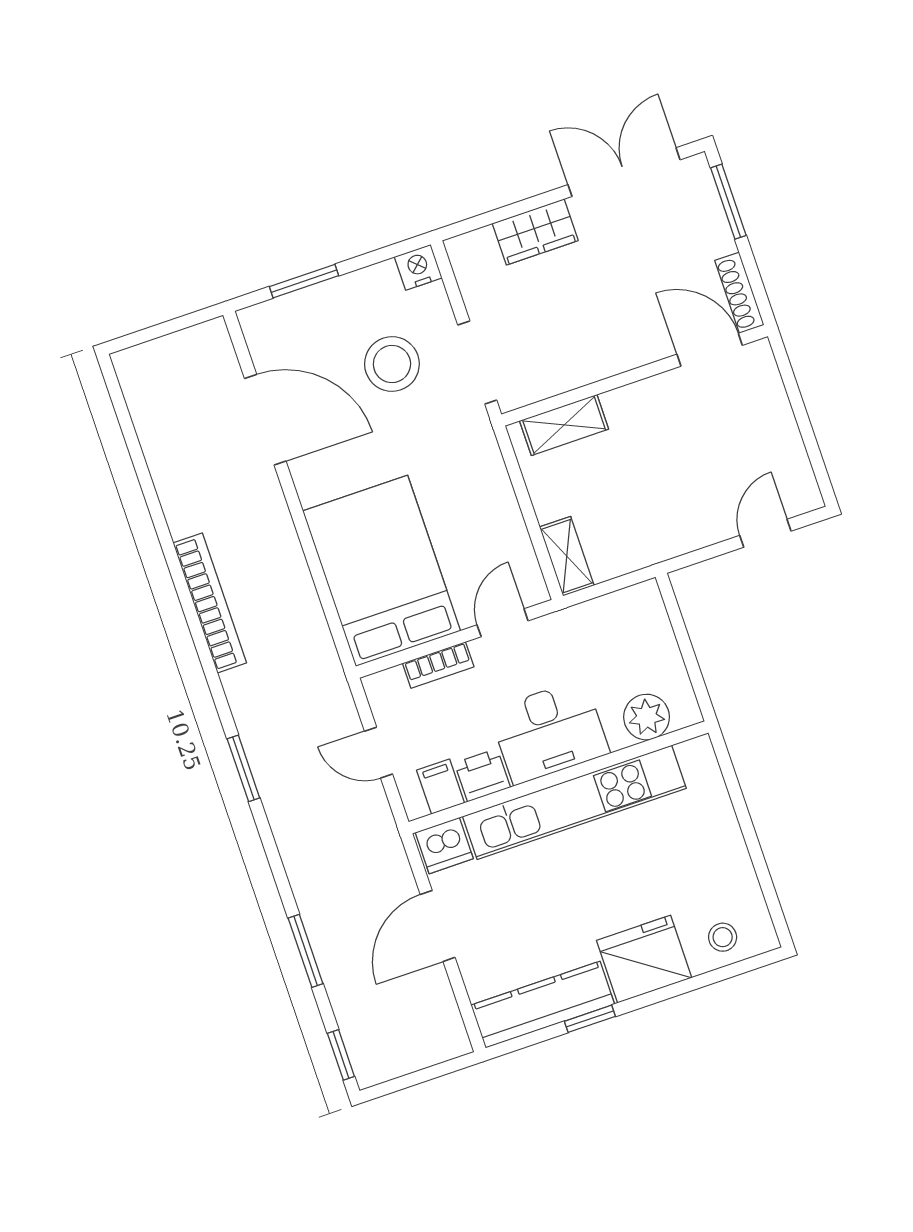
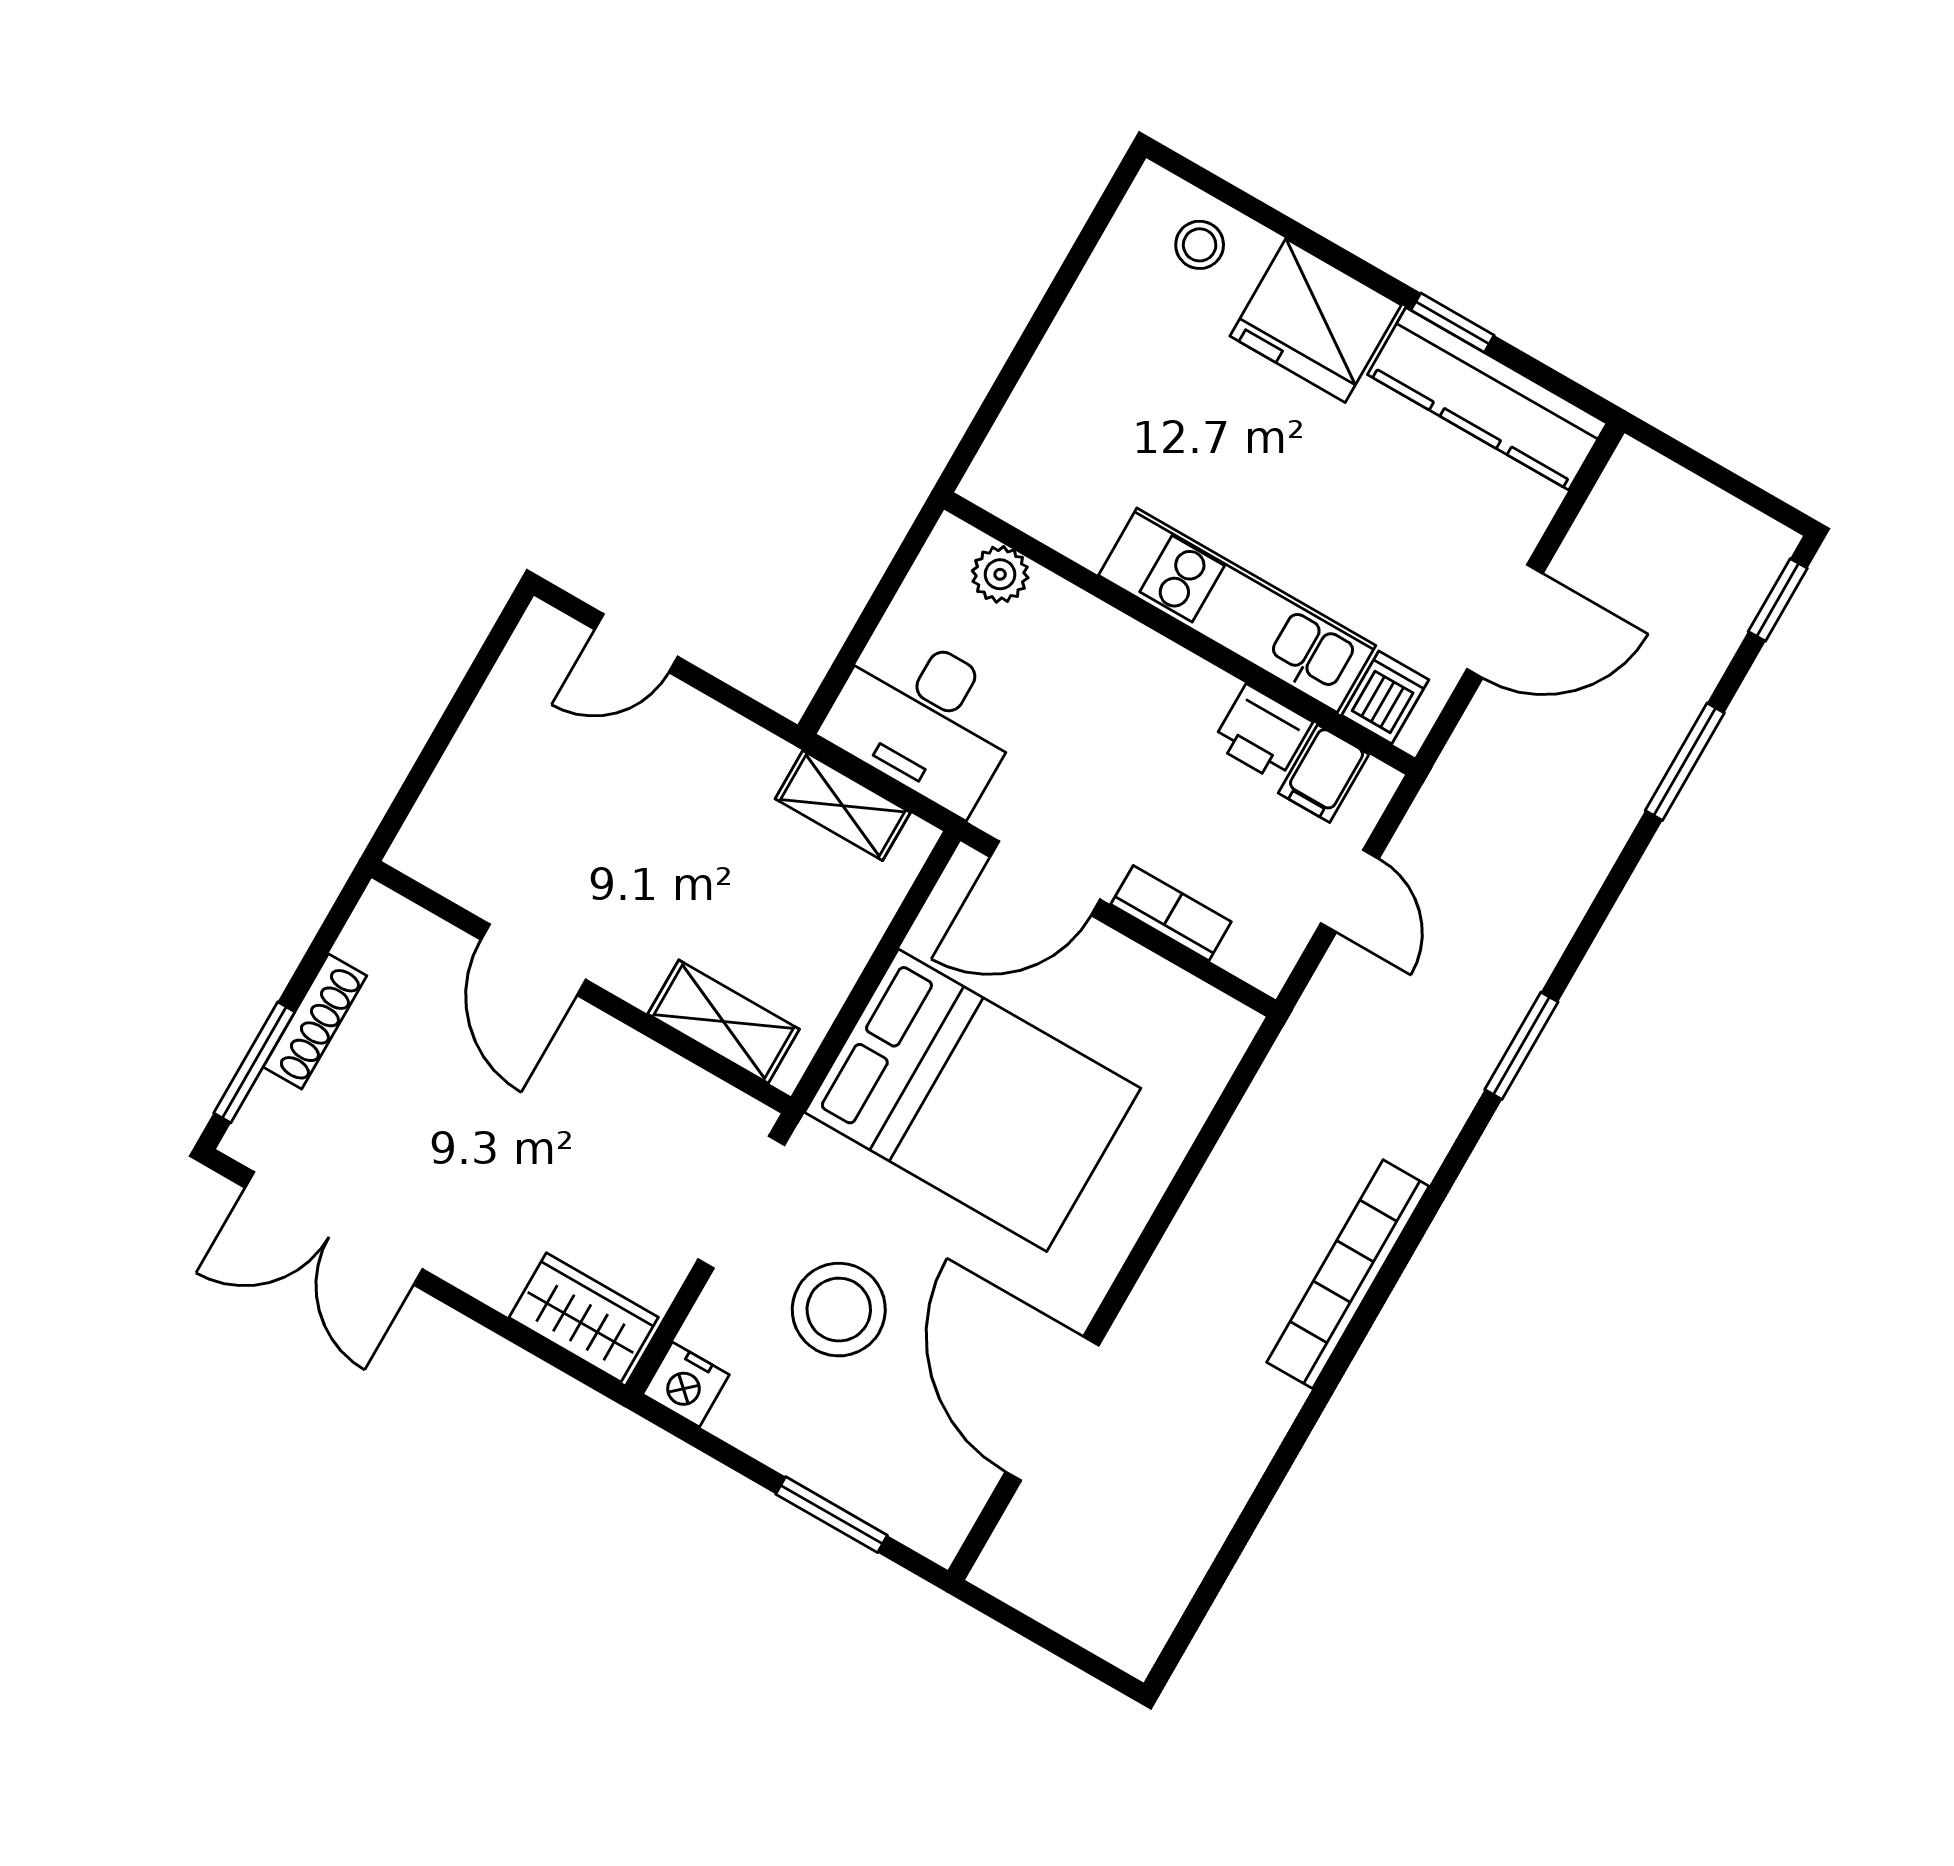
wardrobe: (535, 232) -> (584, 1317), moved
shoe rack: (739, 293) -> (315, 1021), moved
door: (710, 350) -> (533, 960), moved
shelving: (567, 556) -> (843, 806), moved, turned 90
bed: (382, 571) -> (973, 1100), moved, turned -90
door: (503, 623) -> (1045, 878), width x1.38
plant: (647, 717) -> (1000, 574), width x0.73, depth x0.73
desk: (549, 732) -> (925, 718), moved, turned 180
kitchen unit: (574, 802) -> (1237, 610), width x0.73
dishwasher: (444, 846) -> (1385, 697), width x0.73

